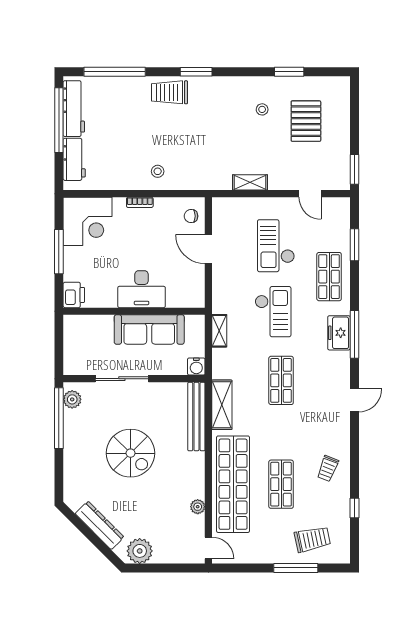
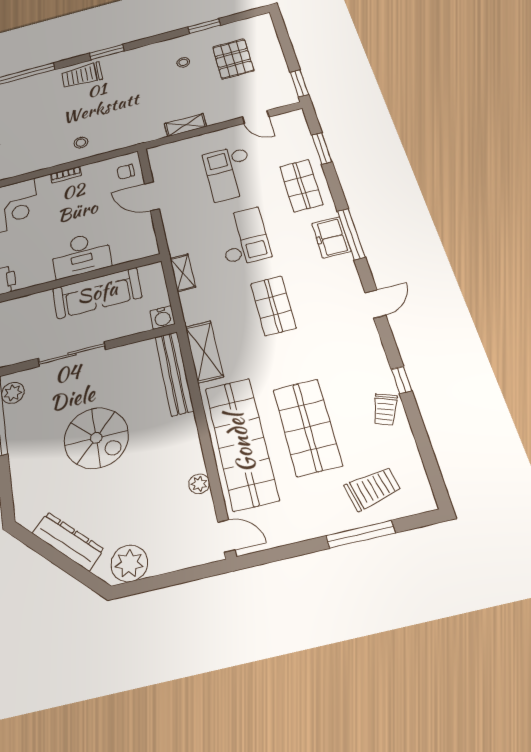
trolley: (328, 468) -> (385, 410), moved
shop shelf: (281, 484) -> (307, 427), width x1.43, depth x1.36
window: (355, 508) -> (401, 380), moved

